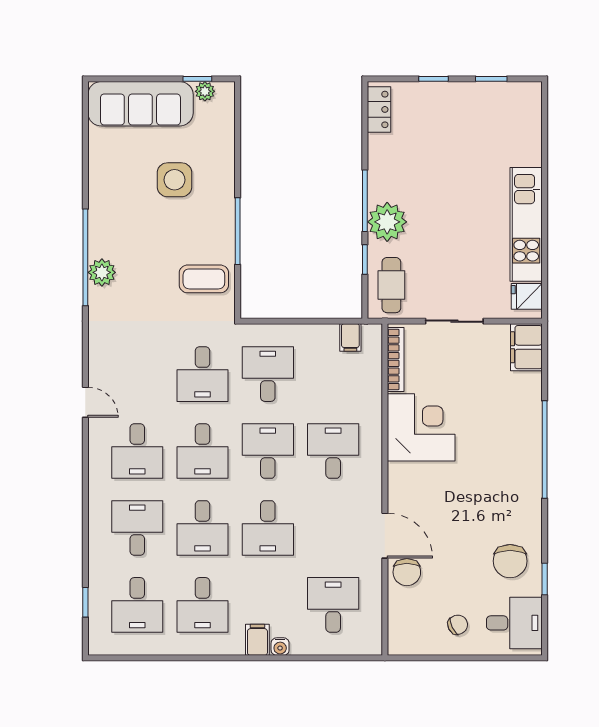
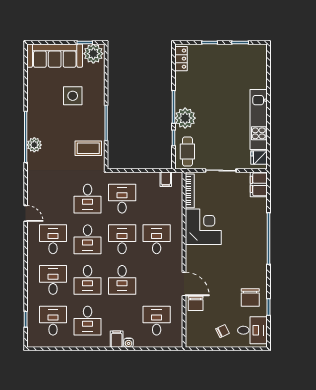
plant: (205, 91) -> (93, 54), width x1.88, depth x1.88
desk: (137, 451) -> (53, 239), turned 180
desk: (137, 605) -> (53, 321), turned 180

